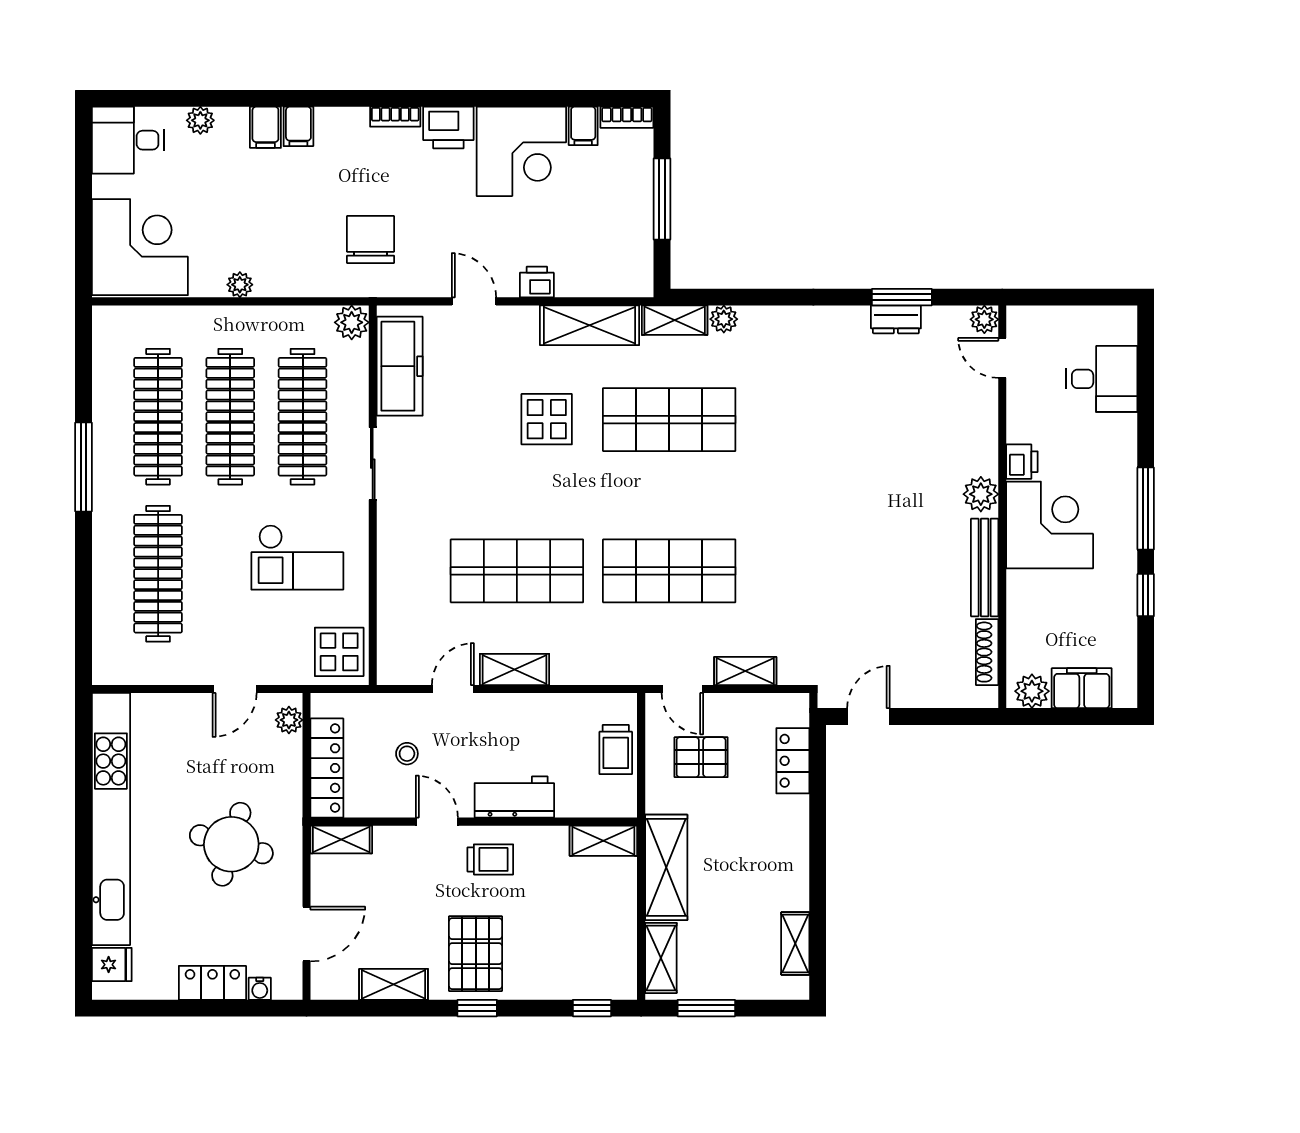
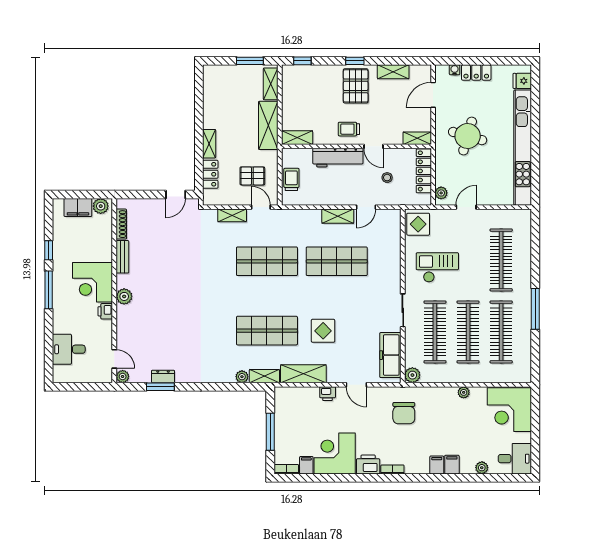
bench: (985, 568) -> (122, 257), width x0.73
workbench: (514, 797) -> (338, 158), width x1.38
shelving: (795, 943) -> (209, 144), moved

